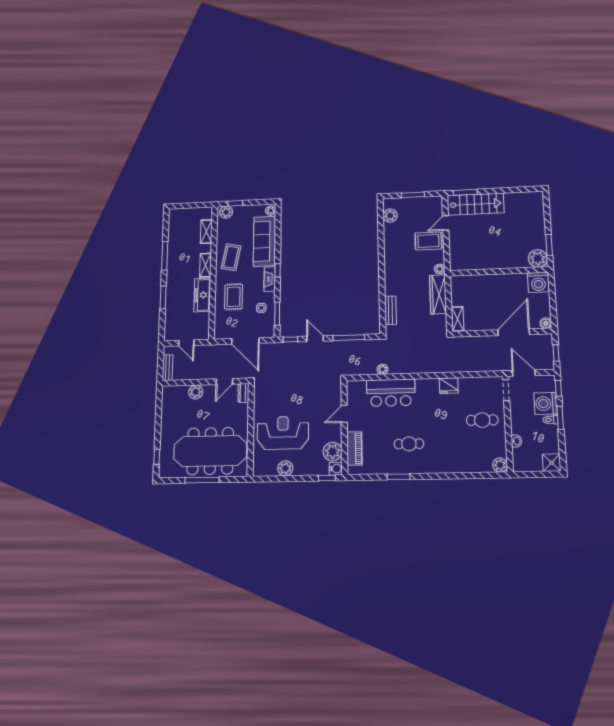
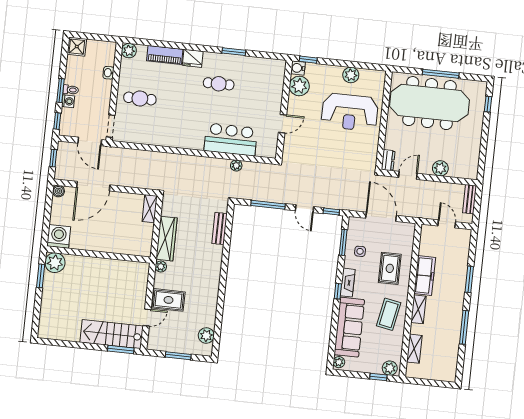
fridge: (449, 386) -> (193, 58), moved, turned 180
washing machine: (545, 403) -> (68, 101), width x0.53, depth x0.53
piano: (354, 448) -> (165, 55), moved, turned -90

